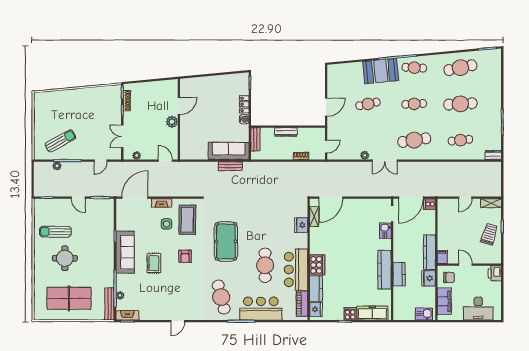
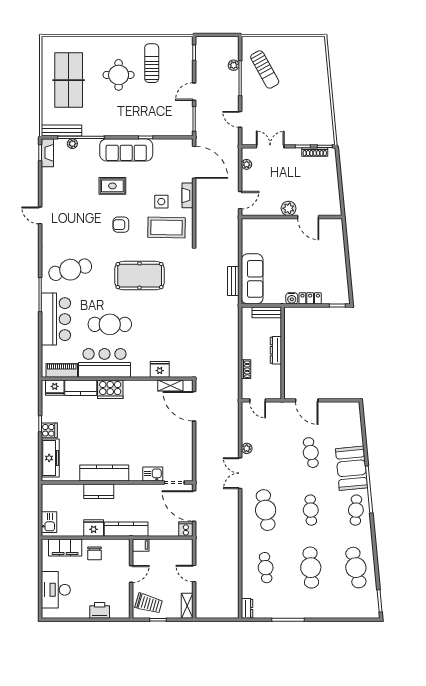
filing cabinet: (442, 257) -> (141, 545), moved
door: (466, 265) -> (131, 574), moved
wall: (469, 265) -> (131, 579), moved

